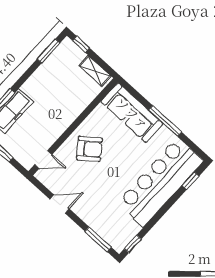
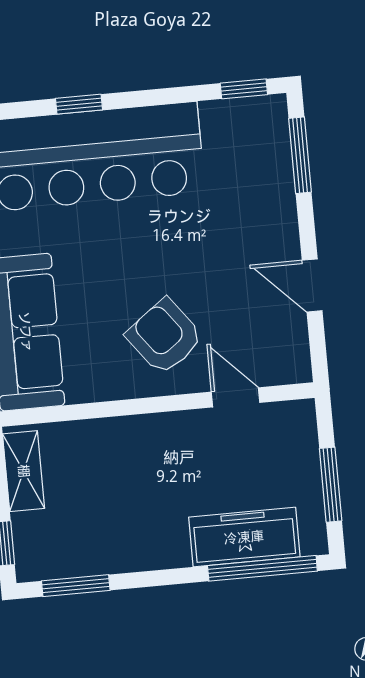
door: (43, 160) -> (236, 397), moved
window: (190, 181) -> (79, 104), moved

